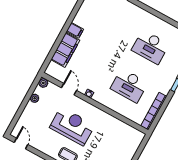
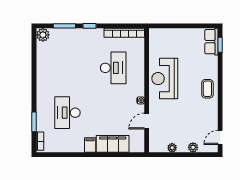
desk: (150, 47) -> (67, 113), moved, turned 180
plant: (43, 83) -> (193, 147), moved
reception desk: (72, 126) -> (165, 79), moved

